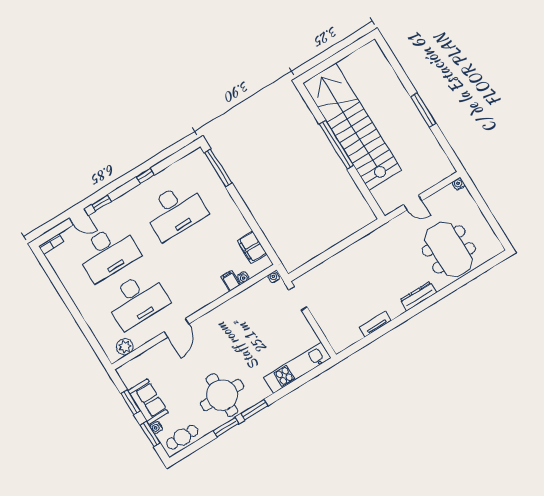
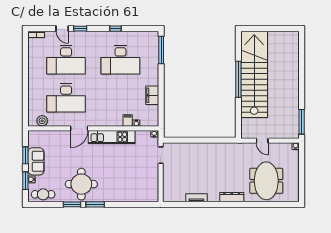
window: (423, 110) -> (302, 122), moved
filing cabinet: (252, 247) -> (152, 95), moved
kitchen unit: (297, 368) -> (112, 137), moved, turned 180

